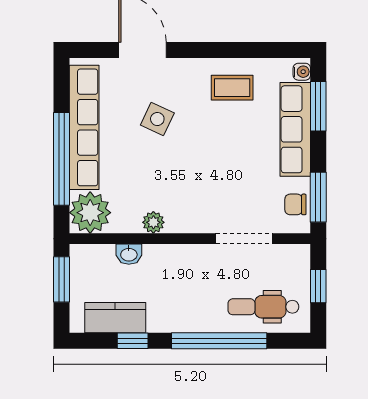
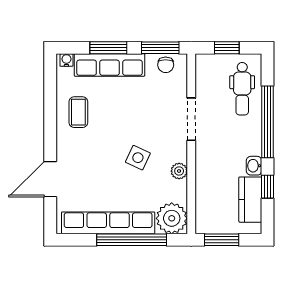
window: (318, 106) -> (108, 48), moved
side table: (157, 119) -> (138, 158), moved
doorway: (244, 239) -> (191, 119), moved
washbasin: (129, 254) -> (254, 166), moved, turned 180

